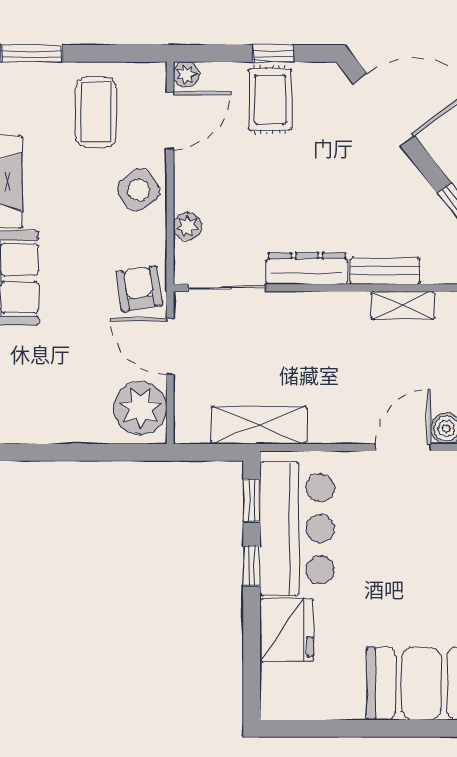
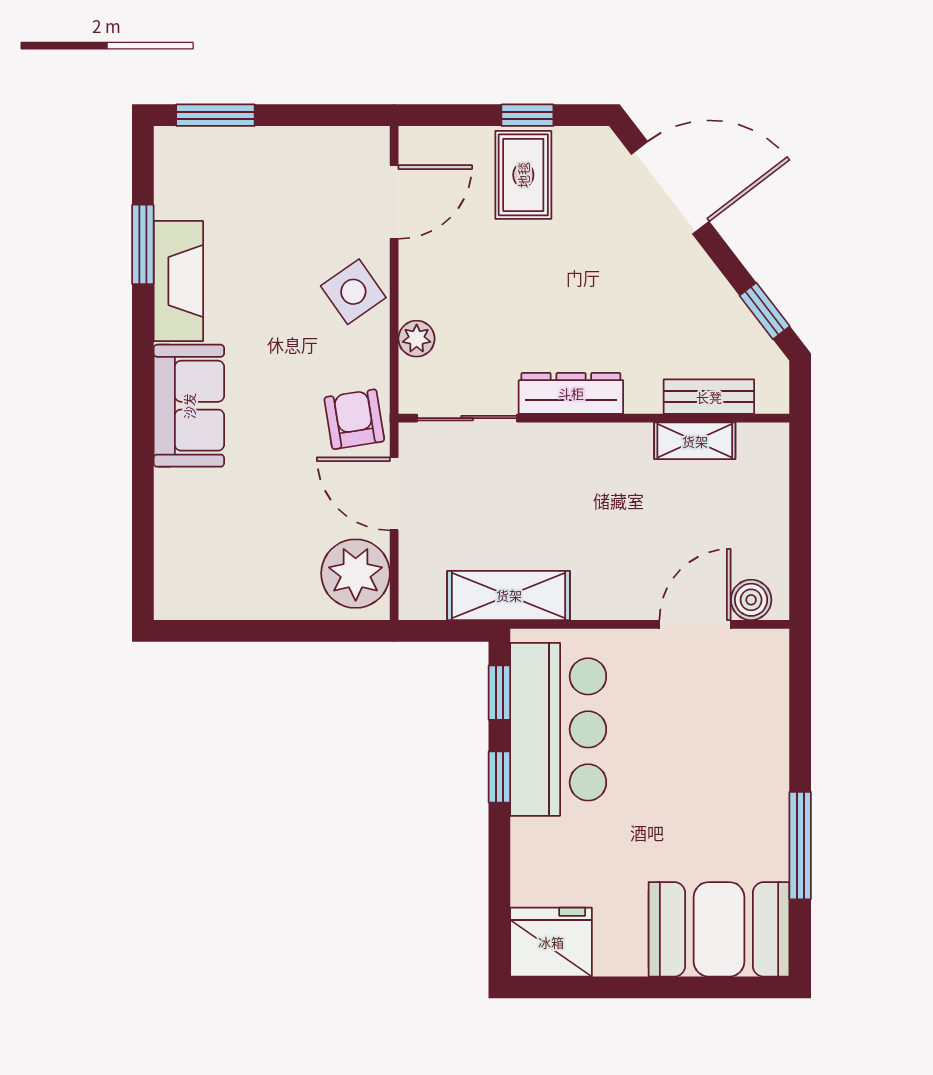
plant: (186, 74) -> (415, 142), removed
coffee table: (96, 112) -> (298, 191), removed
bench: (385, 271) -> (709, 397), moved
fridge: (287, 630) -> (551, 942), moved, turned -90

